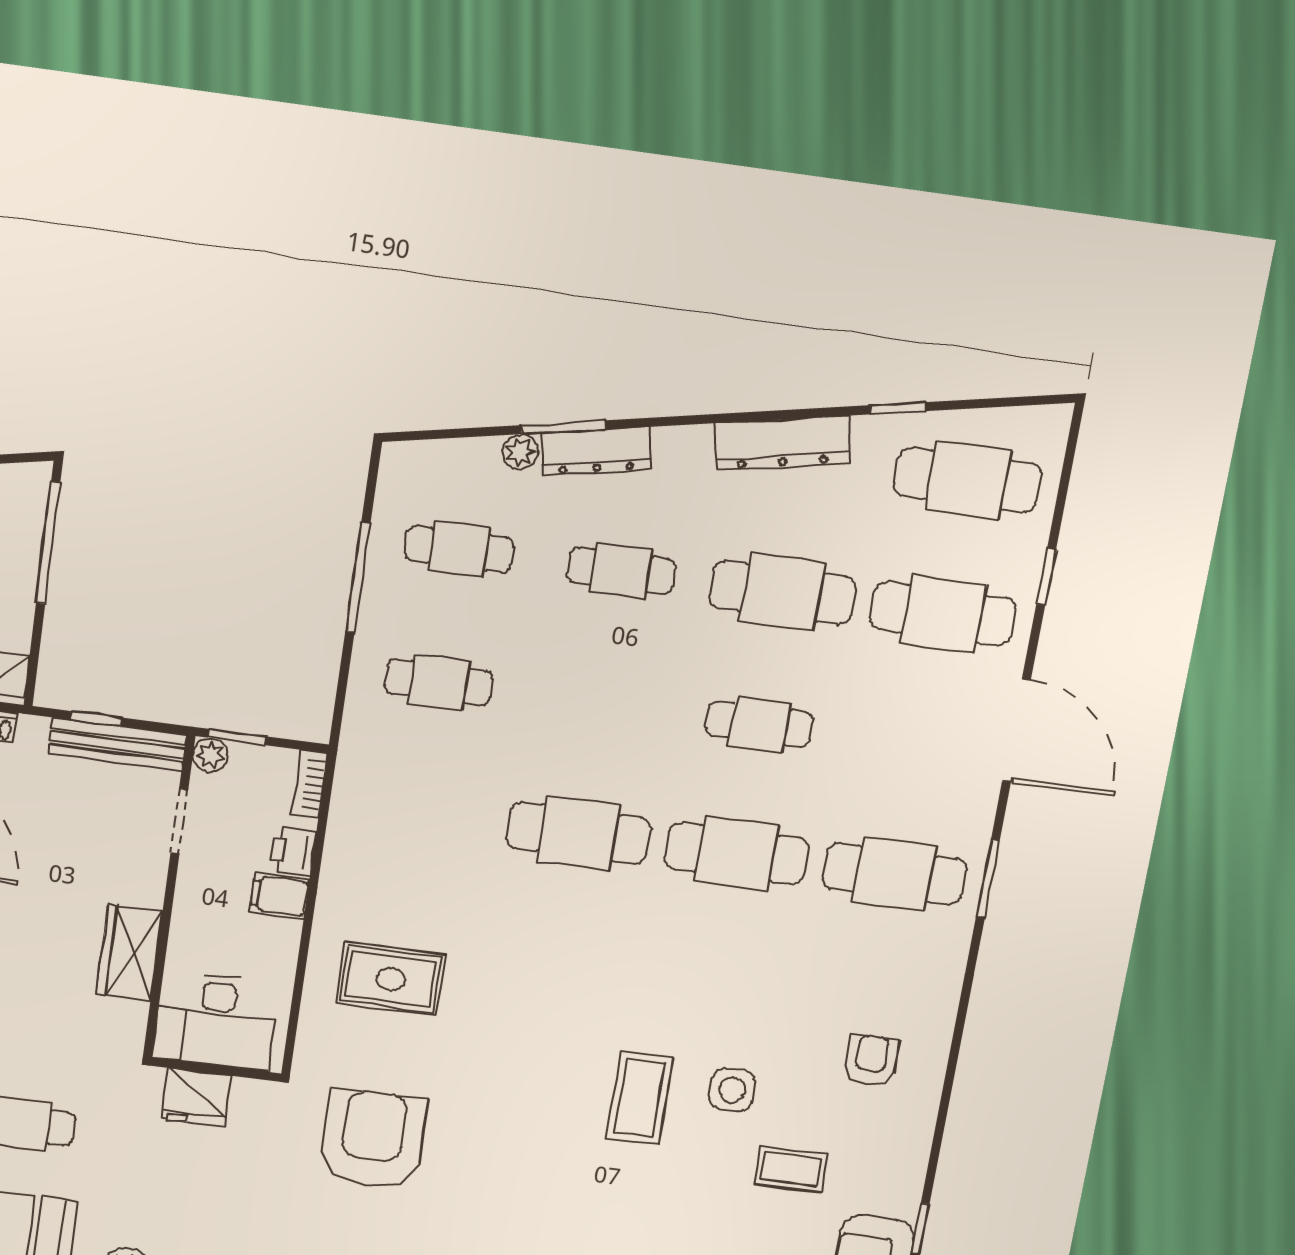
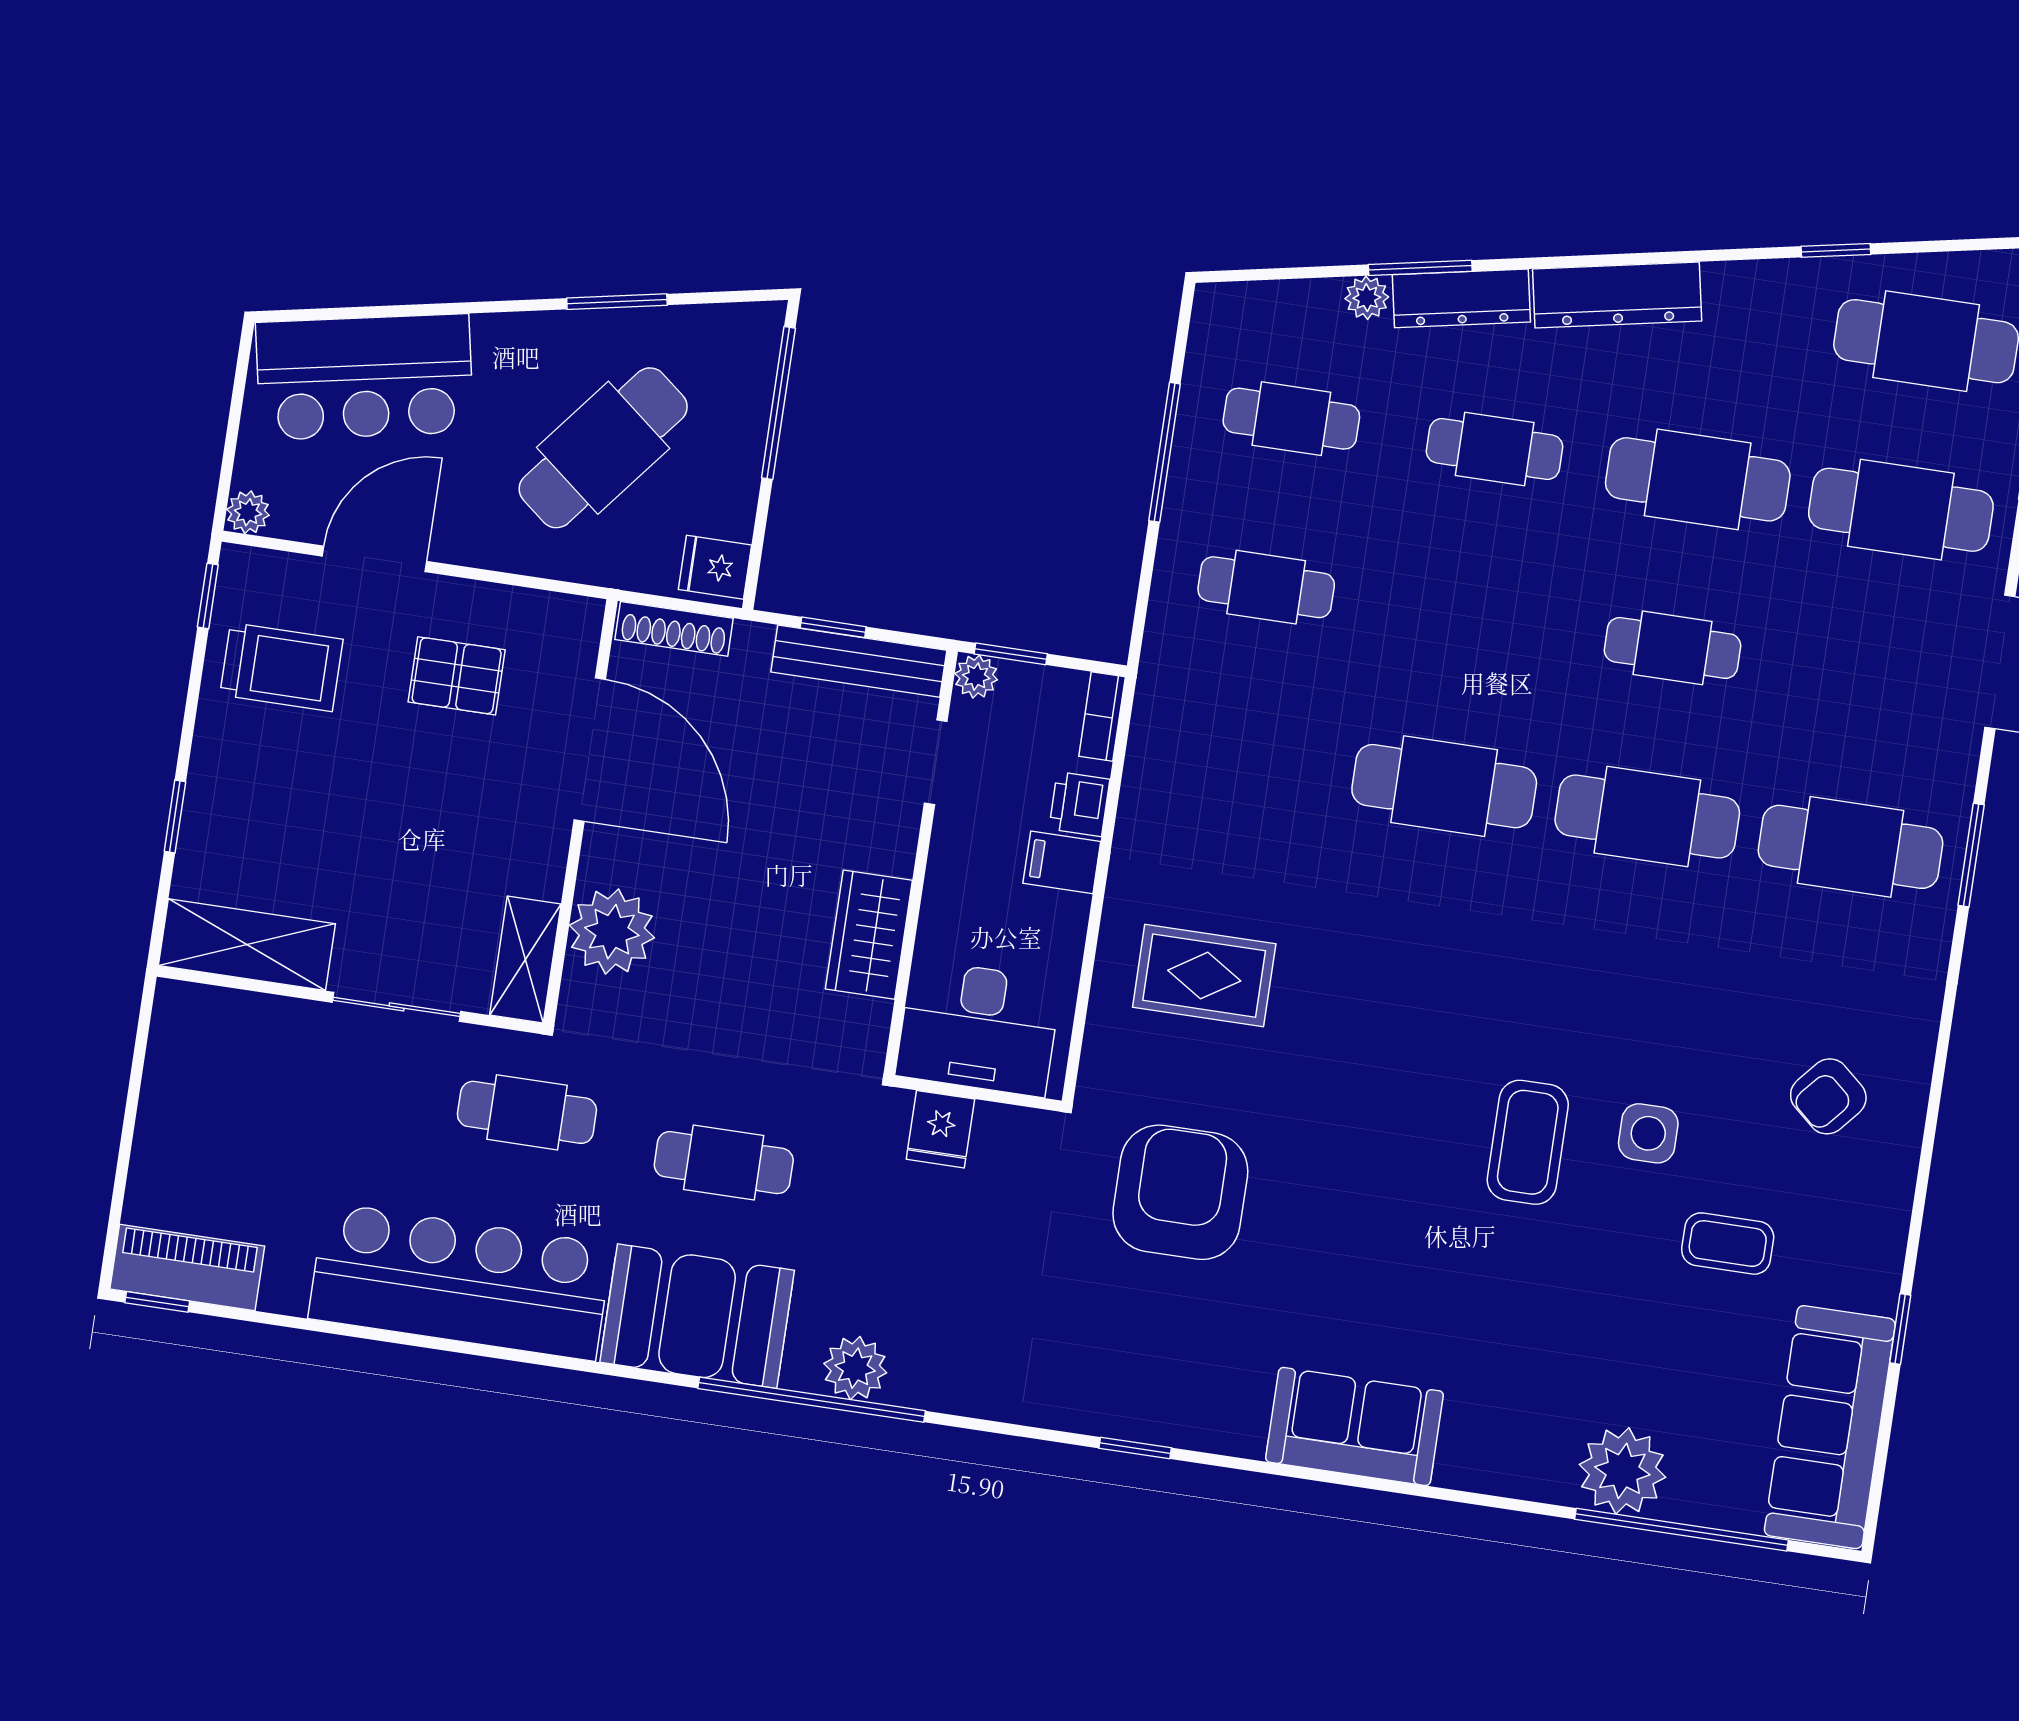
dresser: (782, 443) -> (1617, 295), moved
armchair: (871, 1060) -> (1828, 1096), turned -139
fridge: (196, 1097) -> (940, 1129), width x0.72

